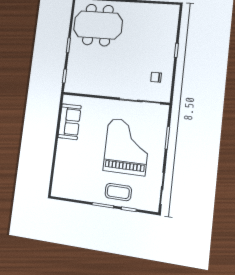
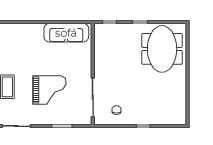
sofa: (70, 122) -> (66, 33), width x1.36
grand piano: (127, 147) -> (49, 90), width x0.73, depth x0.68

